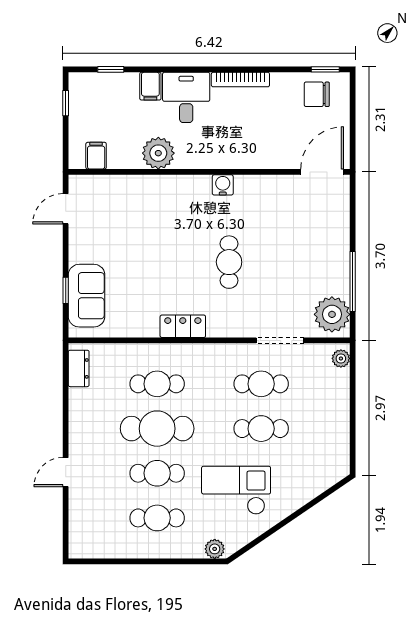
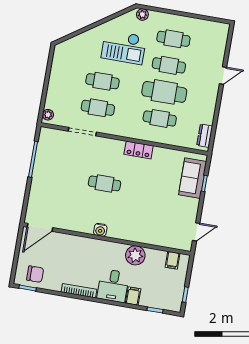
cafe table: (229, 262) -> (104, 183), turned 90
plant: (332, 314) -> (49, 142), removed

